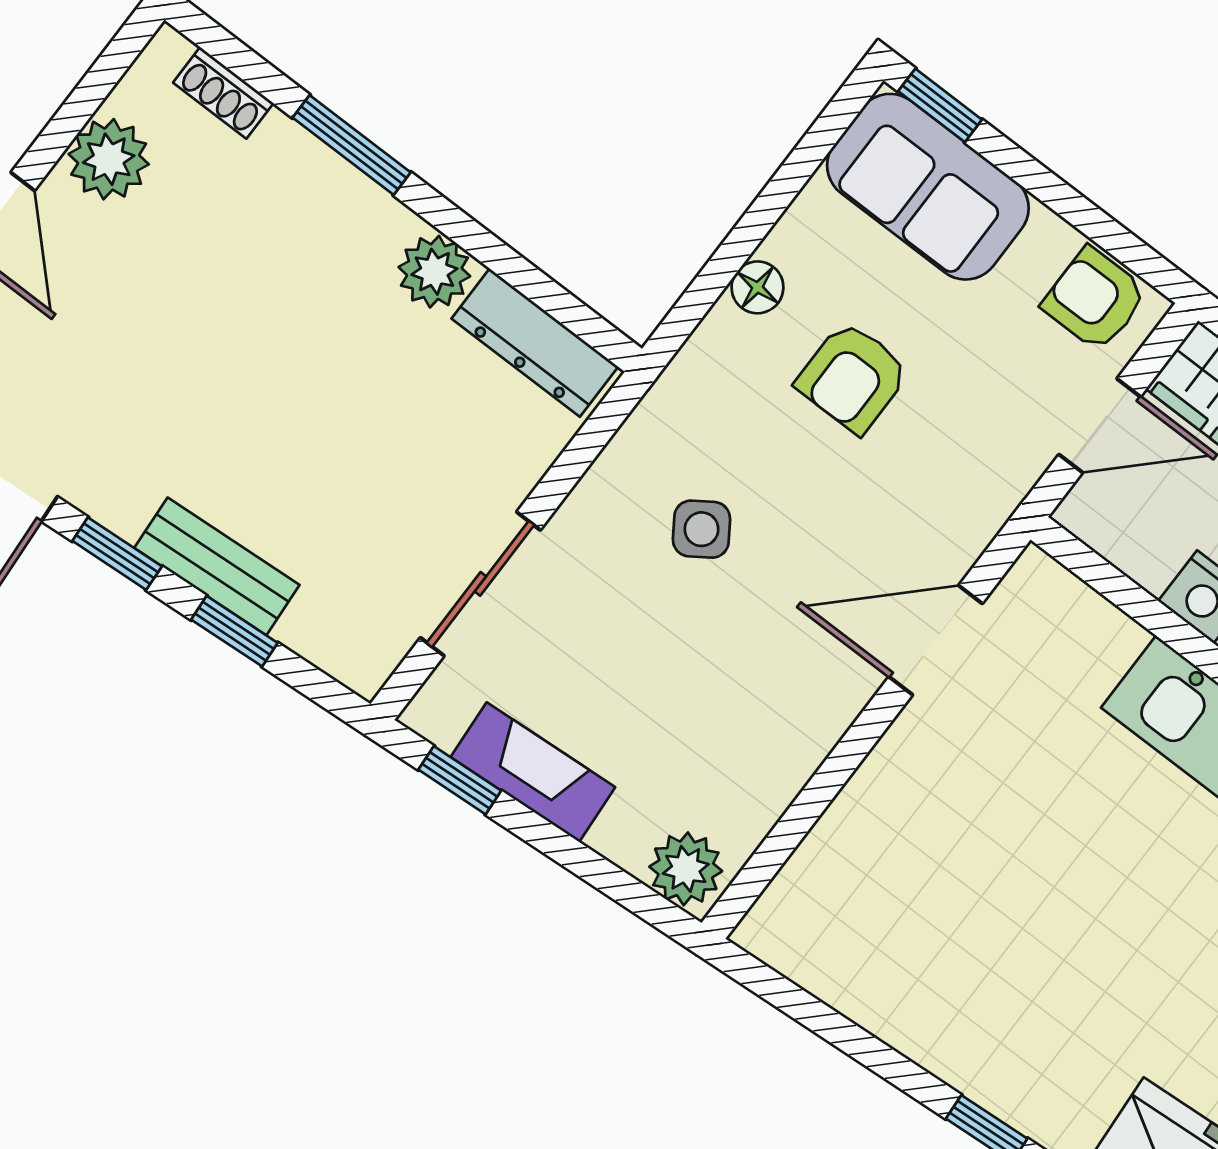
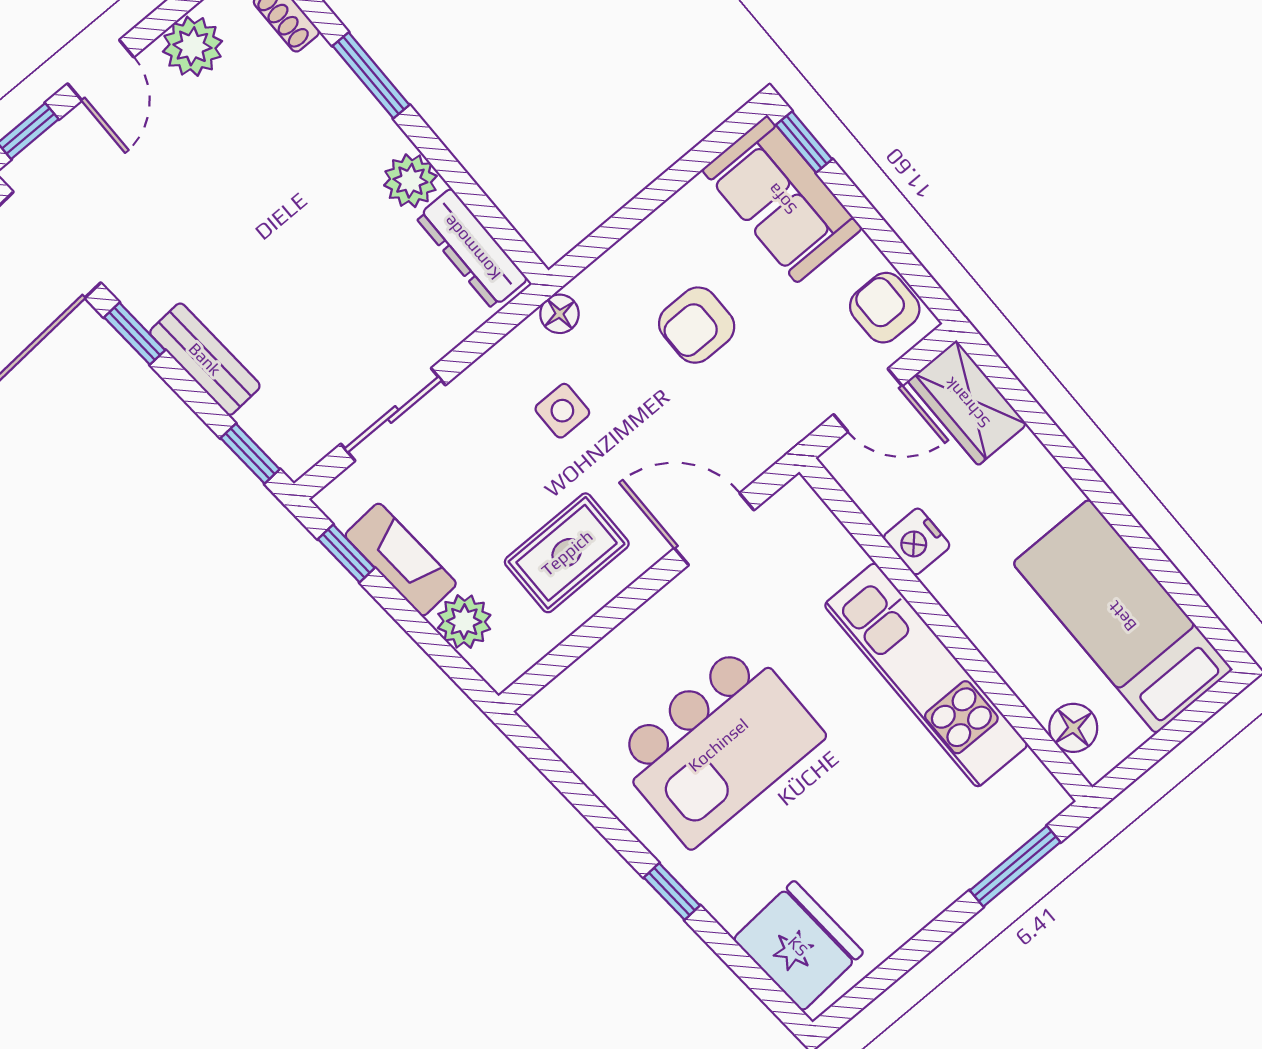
floor lamp: (757, 287) -> (559, 314), moved
side table: (701, 529) -> (562, 411), turned 34
window: (234, 631) -> (250, 454), moved
rug: (749, 715) -> (567, 553), added
plant: (686, 869) -> (464, 622), moved
kitchen island: (1004, 923) -> (718, 745), added

